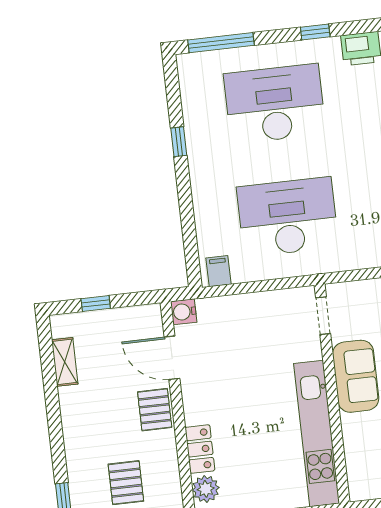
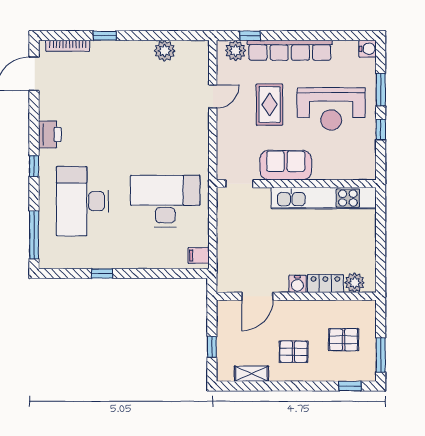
desk: (288, 217) -> (165, 201), turned 90
water cooler: (184, 312) -> (297, 284), moved
pallet: (155, 410) -> (294, 352), moved

